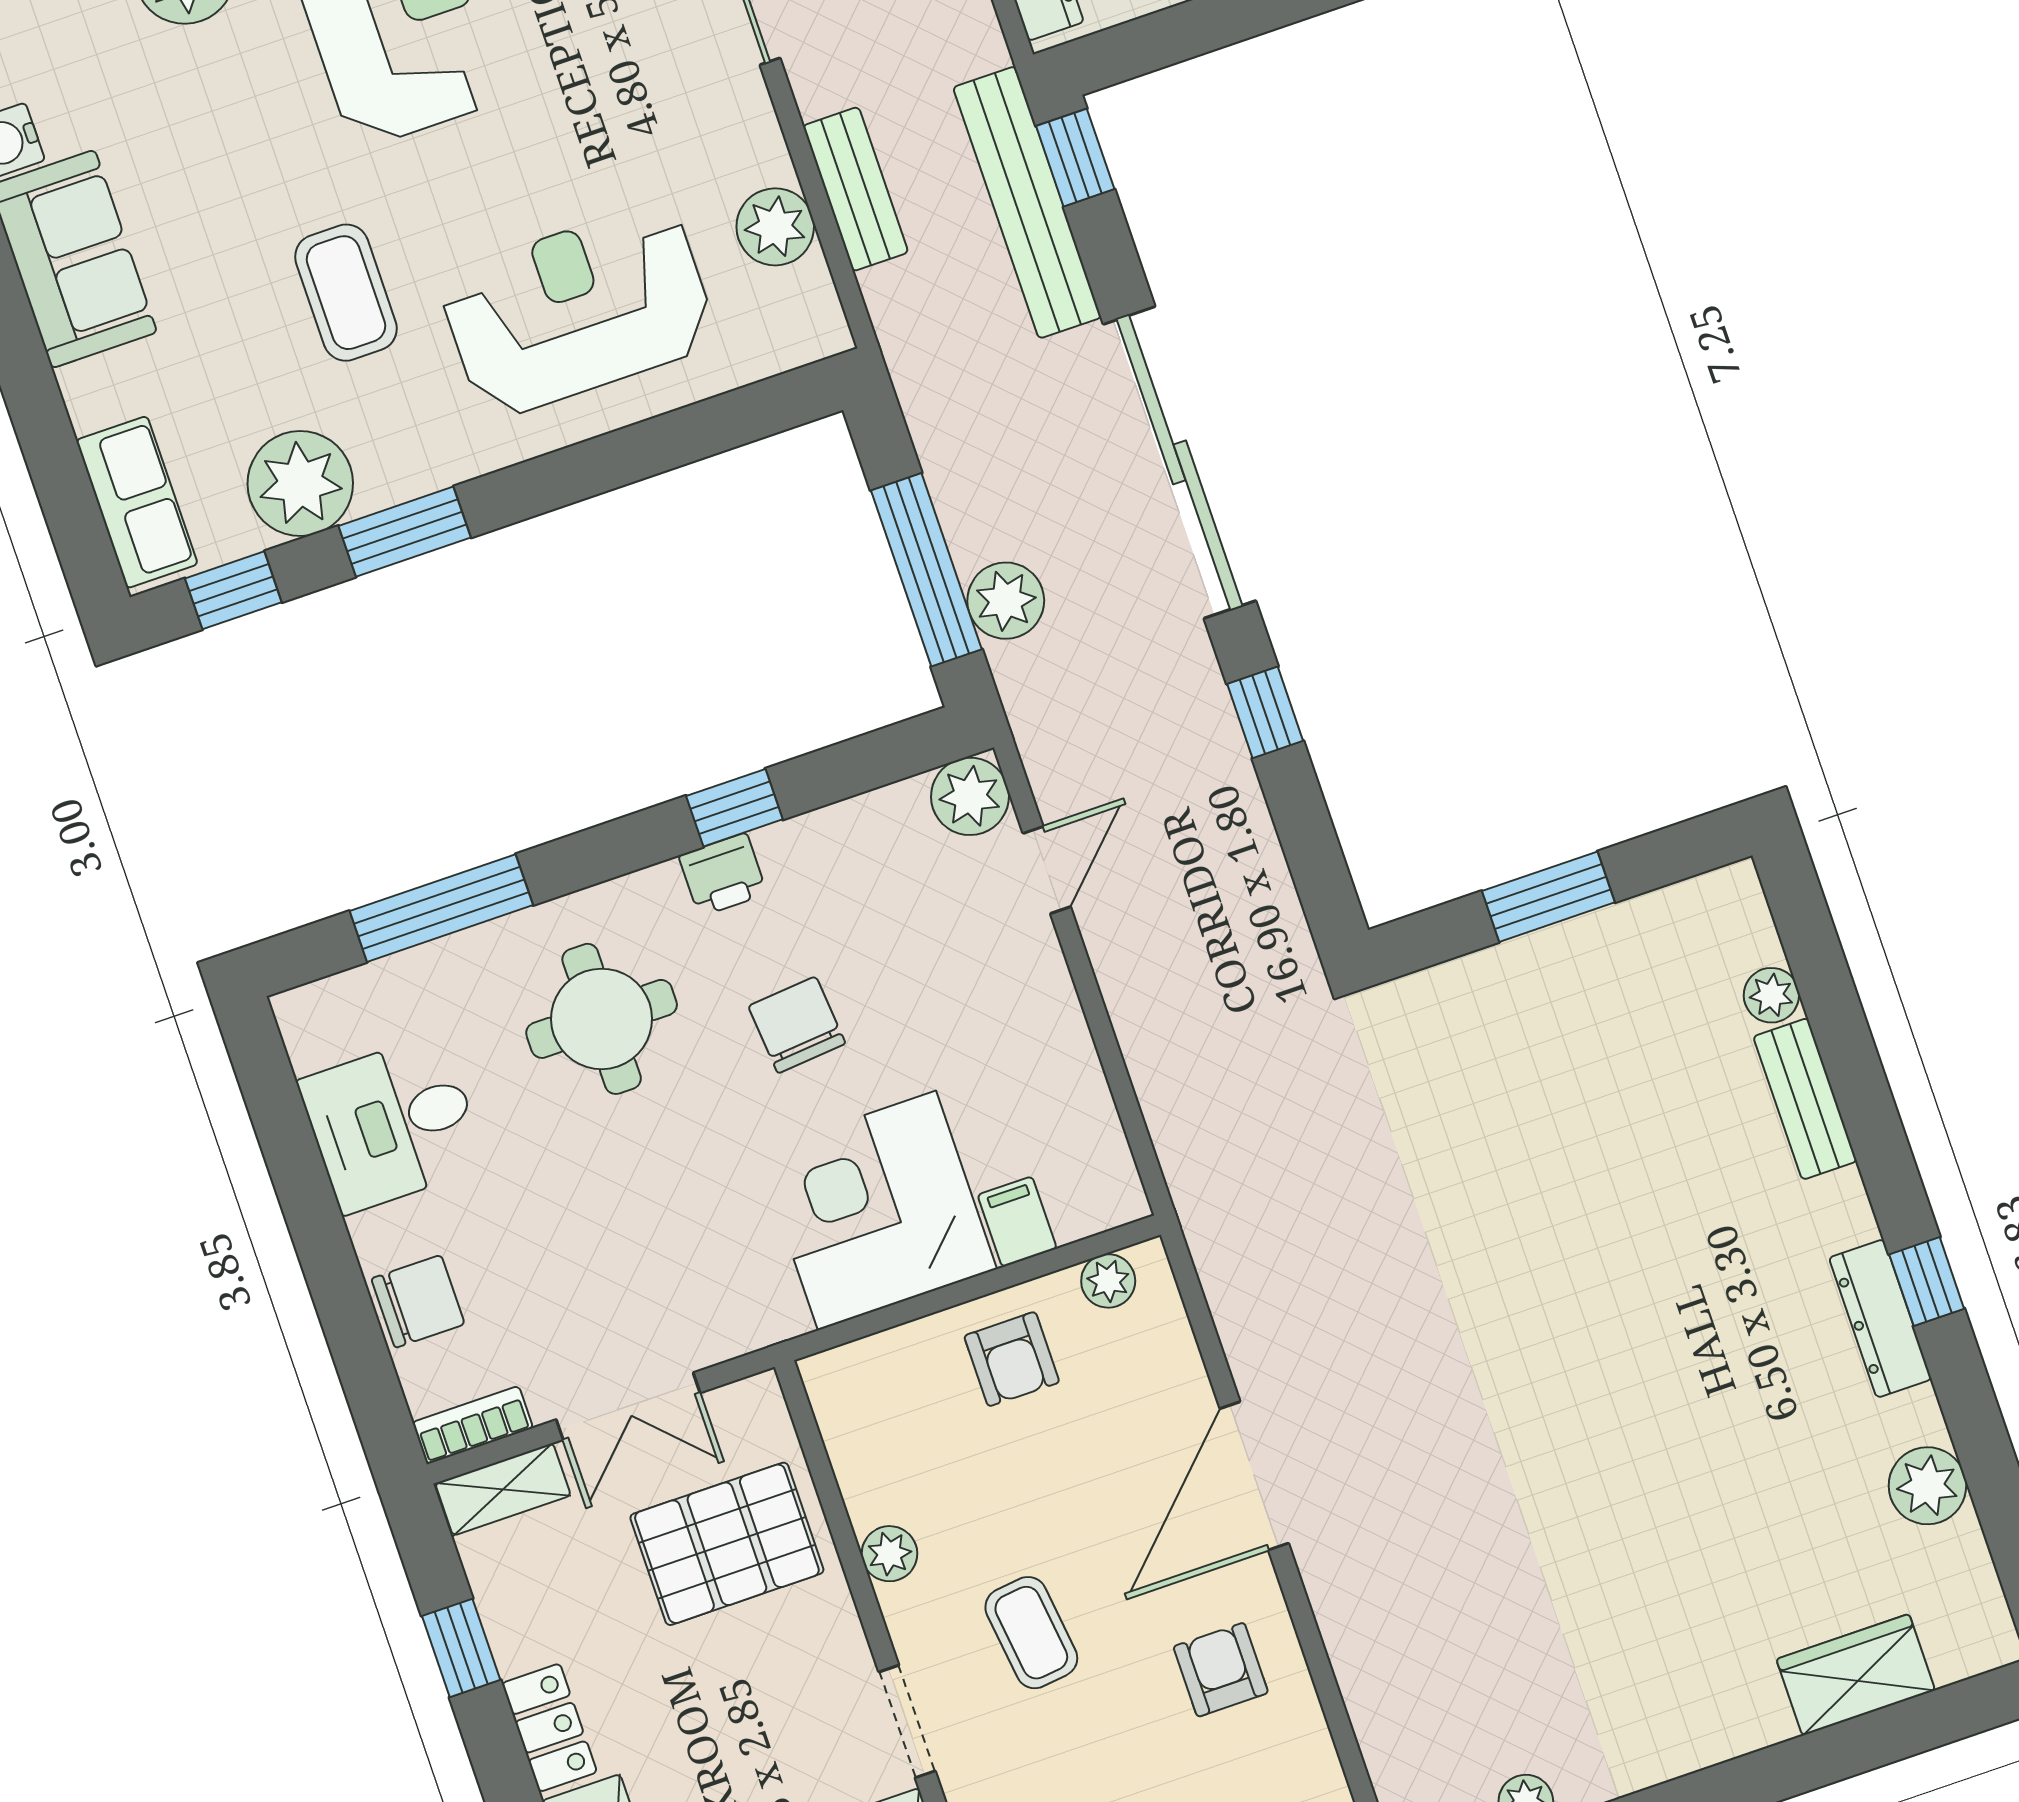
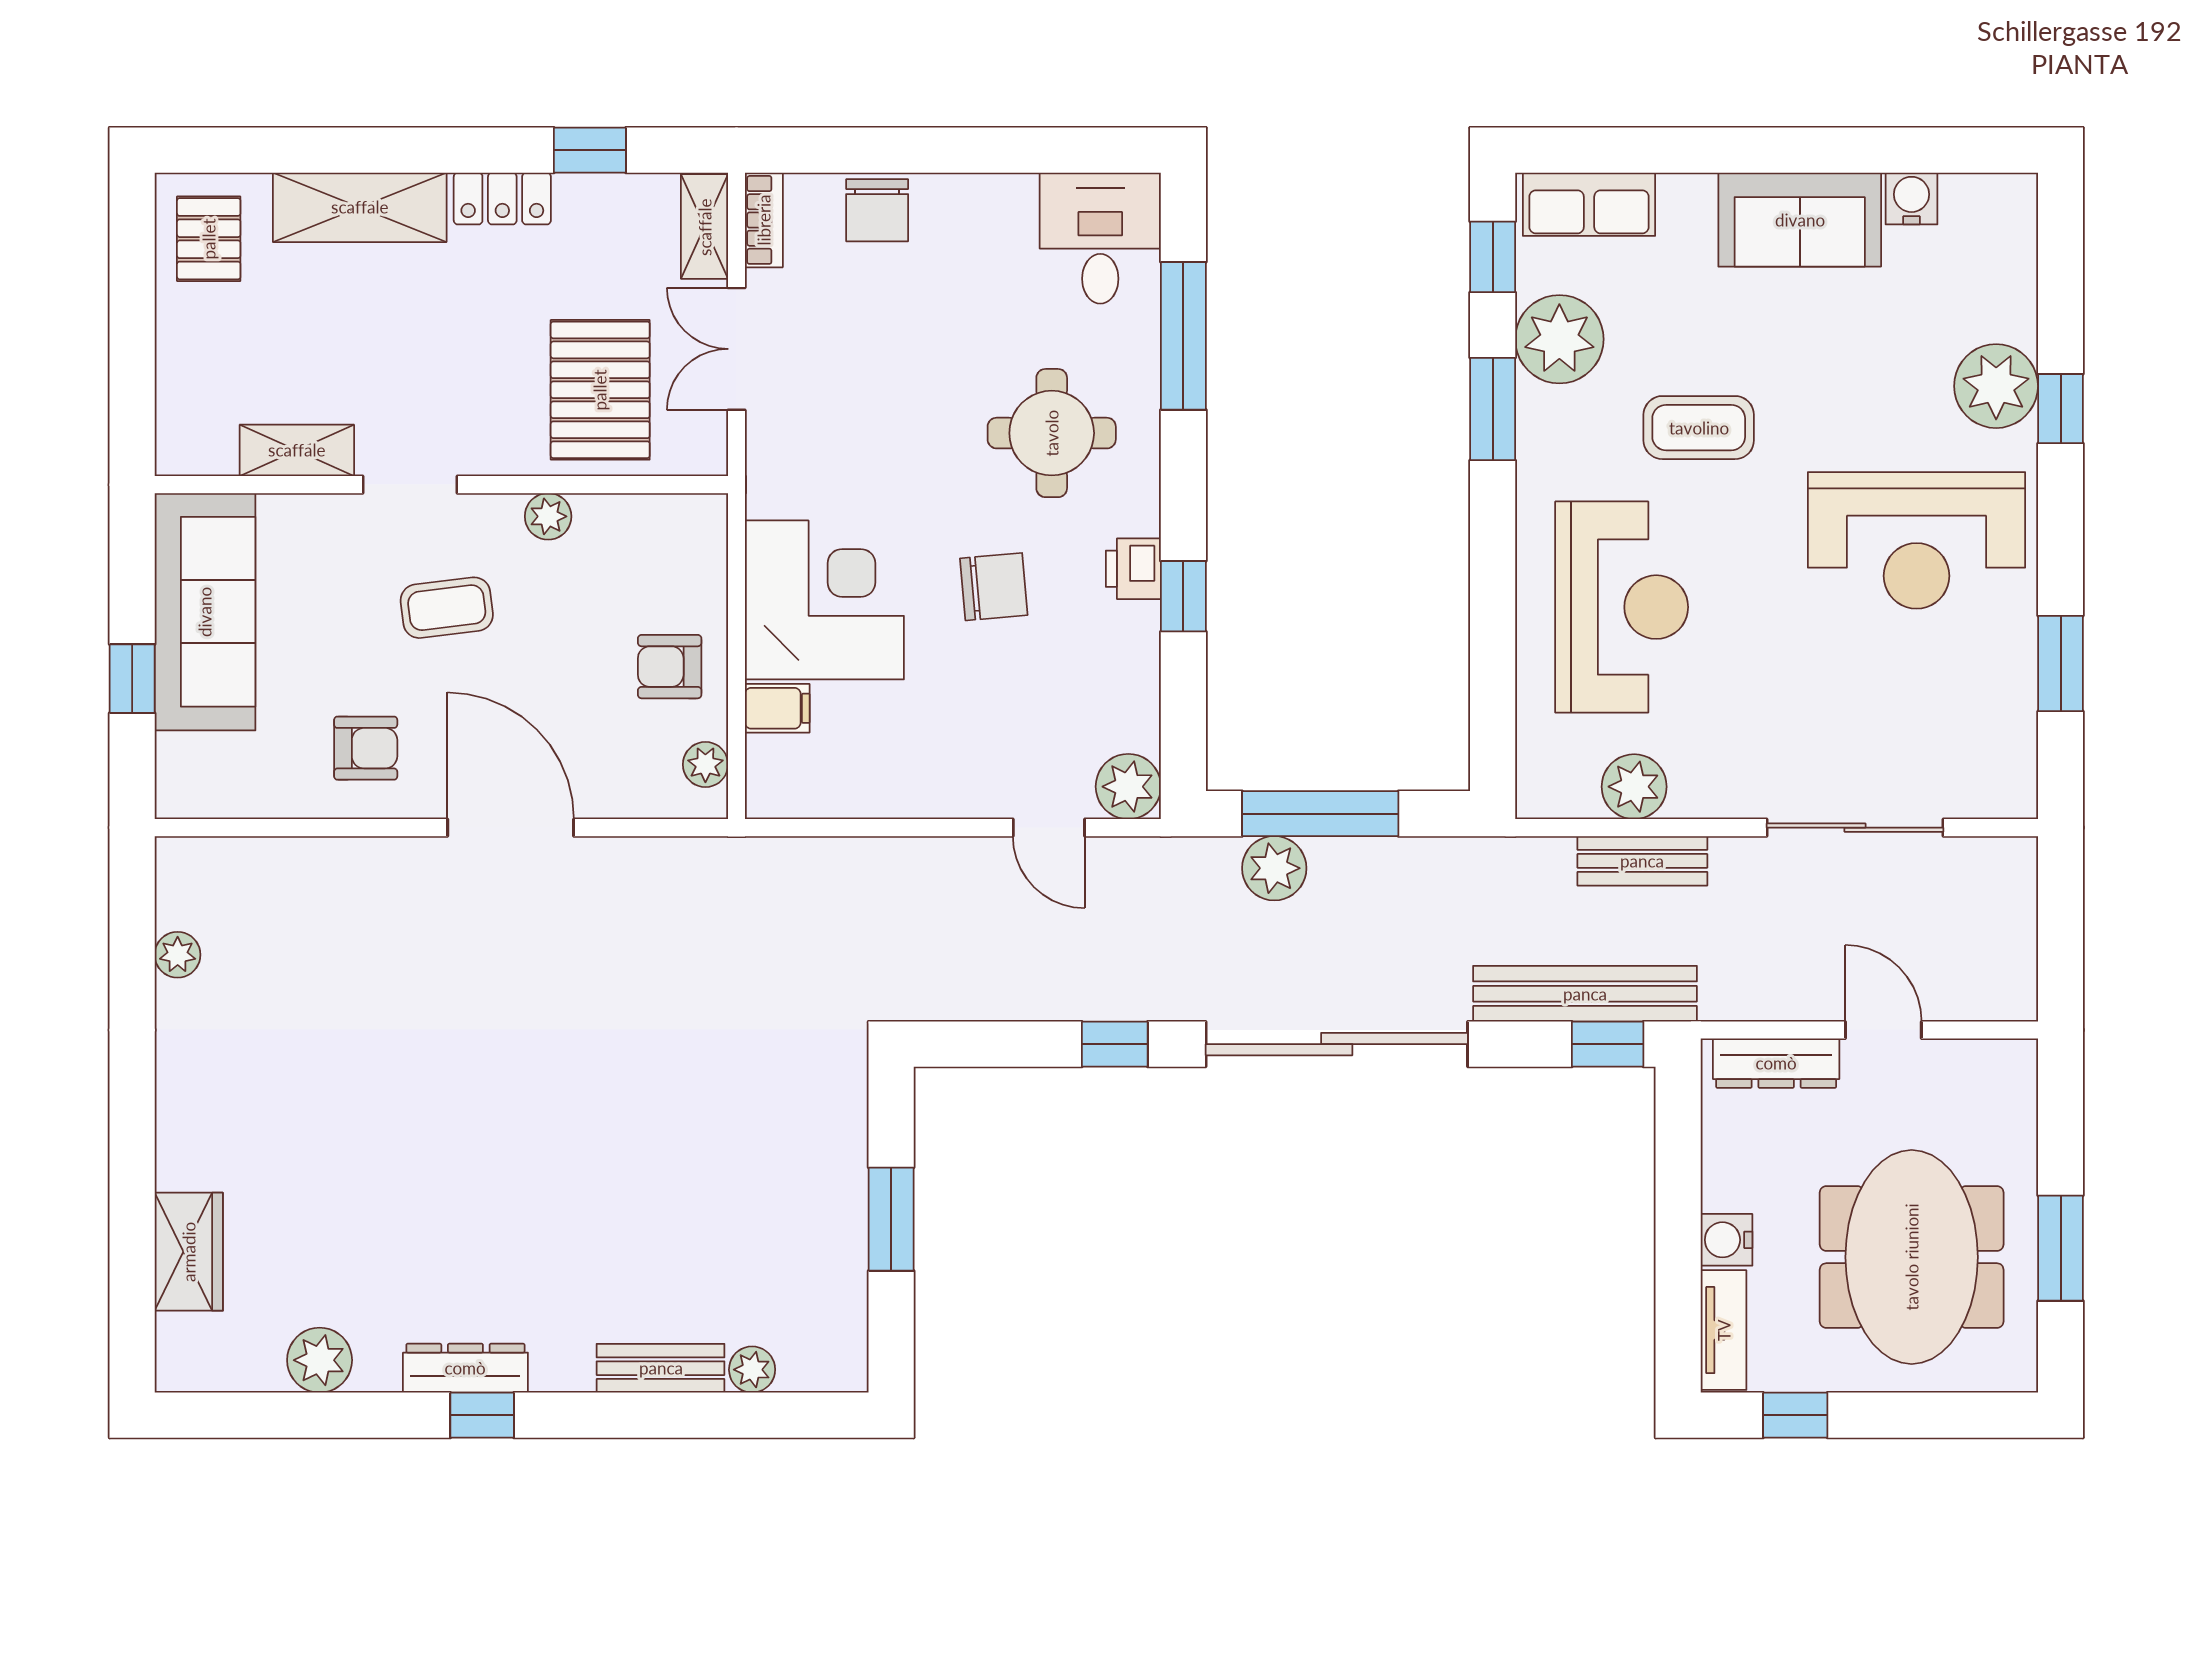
desk: (392, 1124) -> (1100, 238), moved

